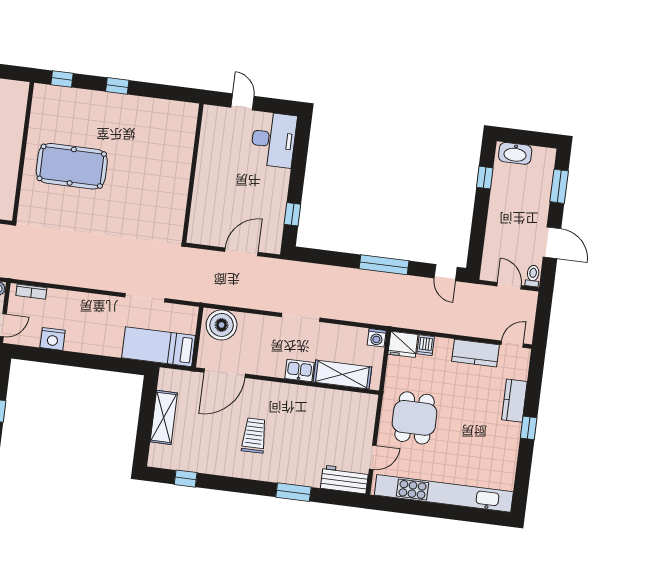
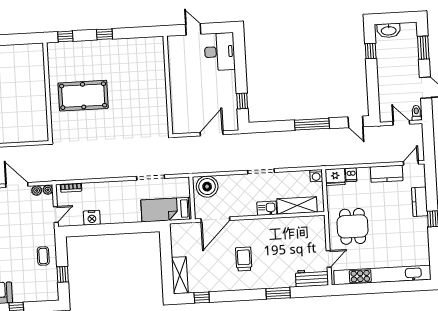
shelving: (164, 417) -> (180, 275), moved

